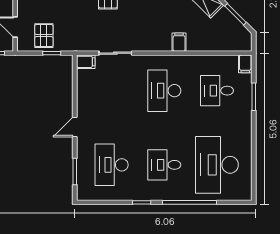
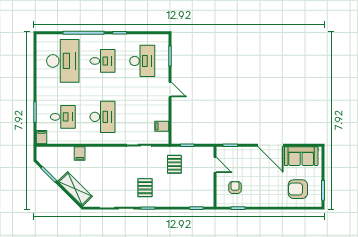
pallet: (44, 36) -> (174, 164), moved
filing cabinet: (179, 42) -> (80, 153), moved
filing cabinet: (86, 62) -> (162, 126), moved
door: (75, 127) -> (170, 90), hinge flipped

